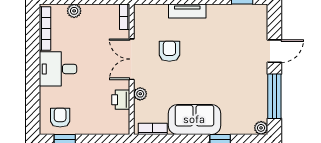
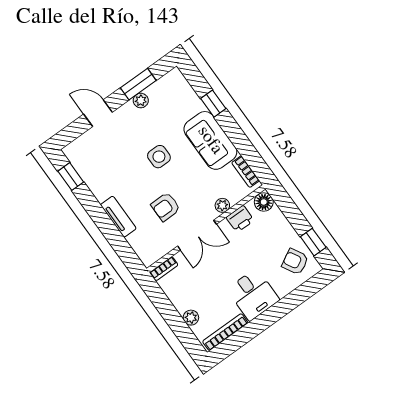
side table: (210, 73) -> (159, 157), added
window: (274, 96) -> (138, 84), width x0.69
armchair: (60, 118) -> (295, 261), turned 61
floor lamp: (121, 126) -> (264, 202), added
plant: (261, 128) -> (141, 101), moved

